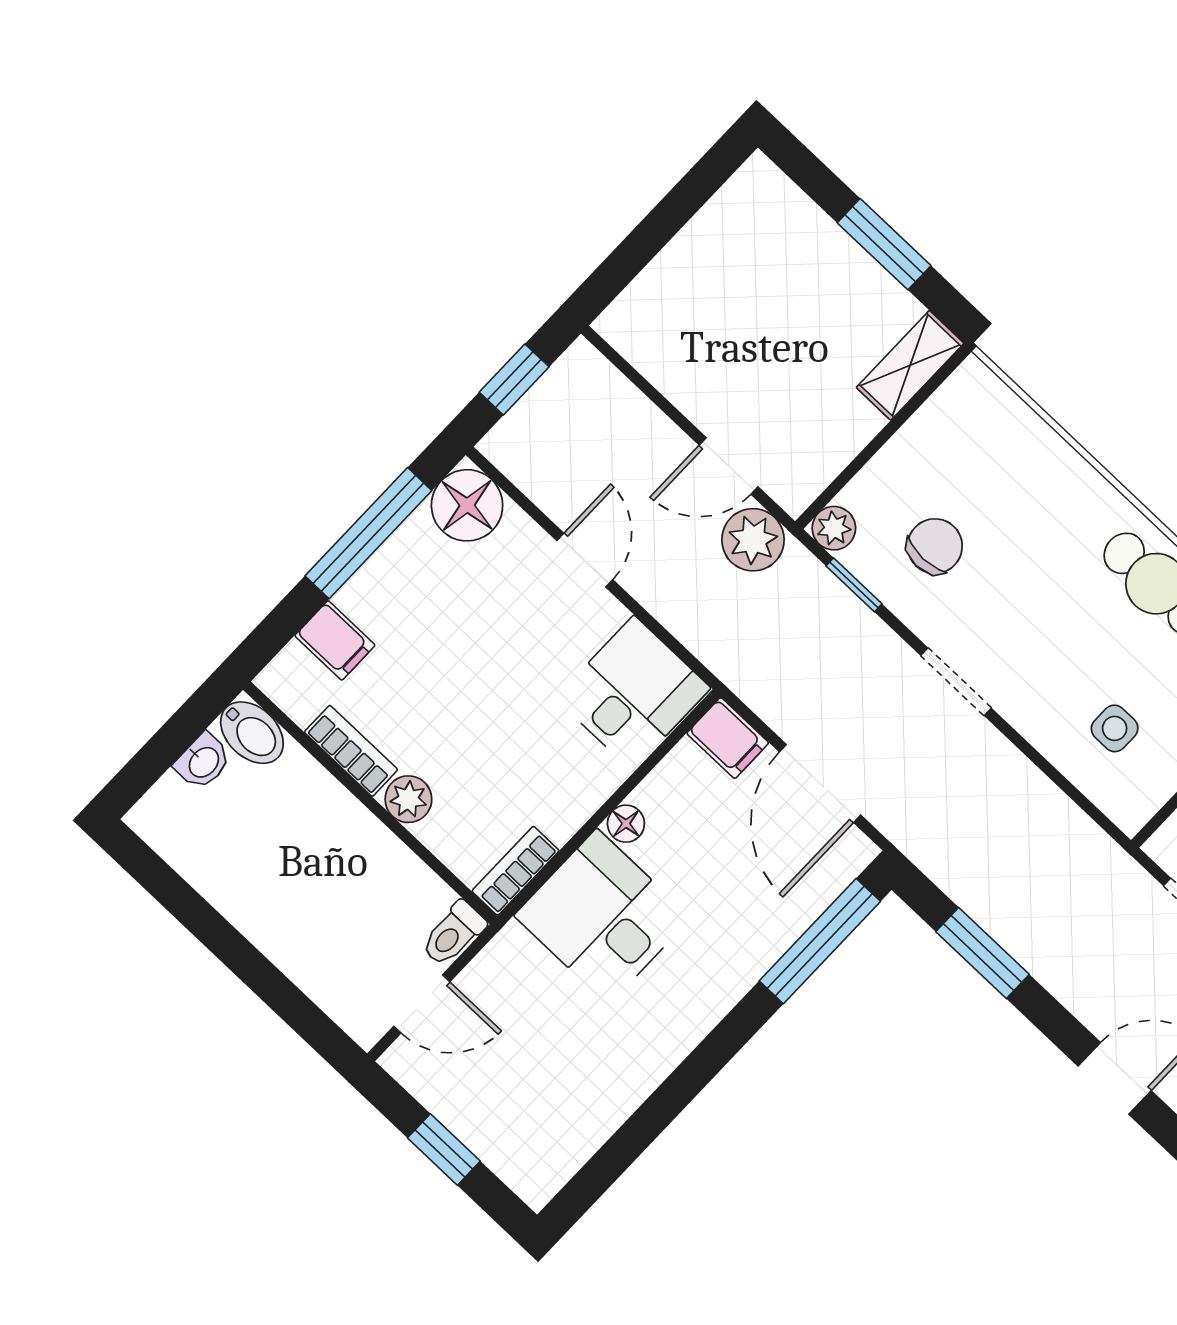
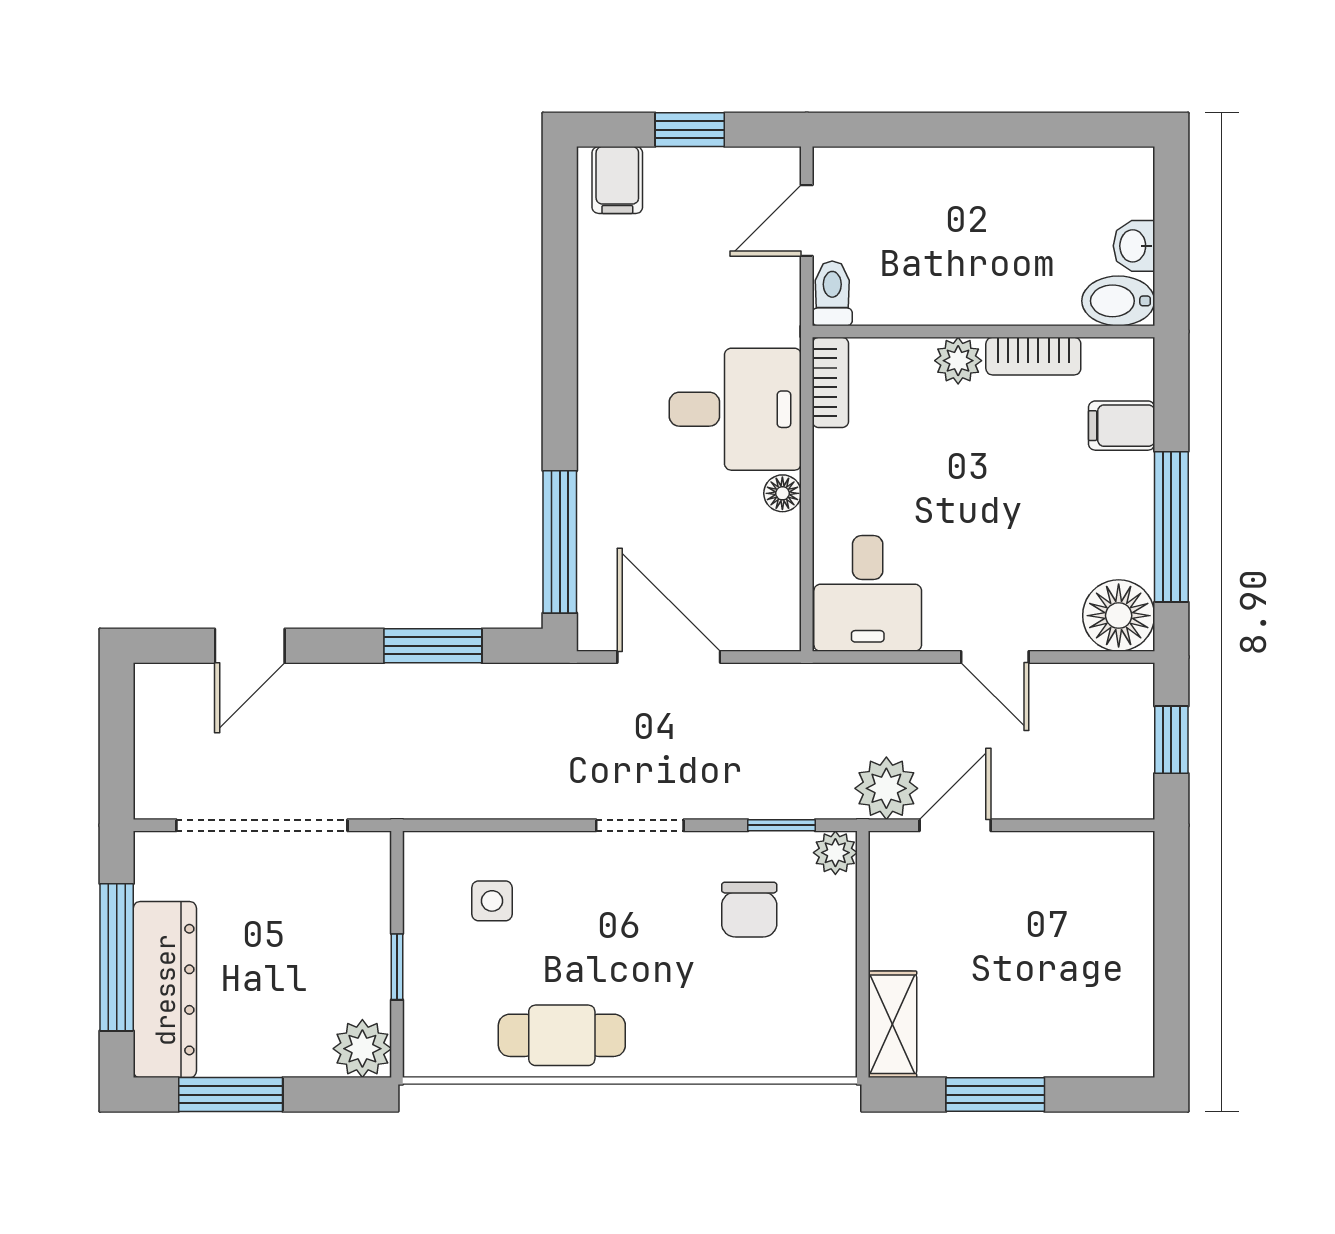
filing cabinet: (728, 738) -> (617, 180), moved, turned -90

